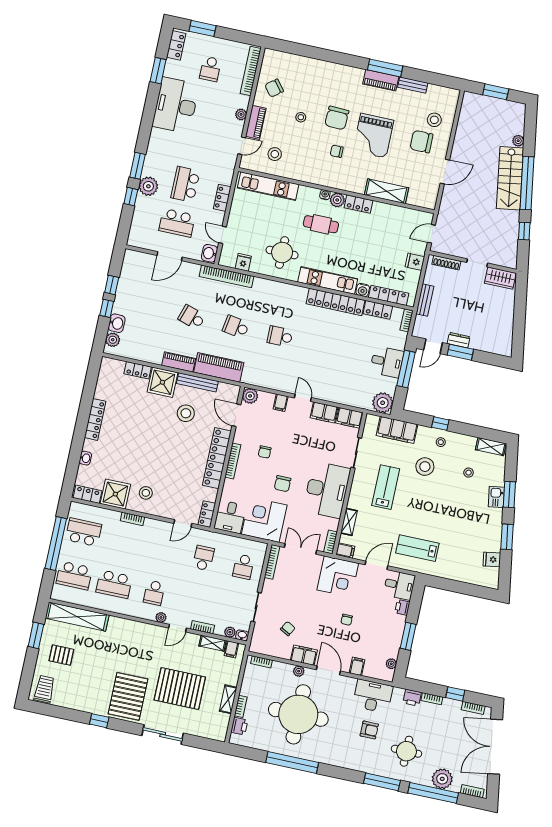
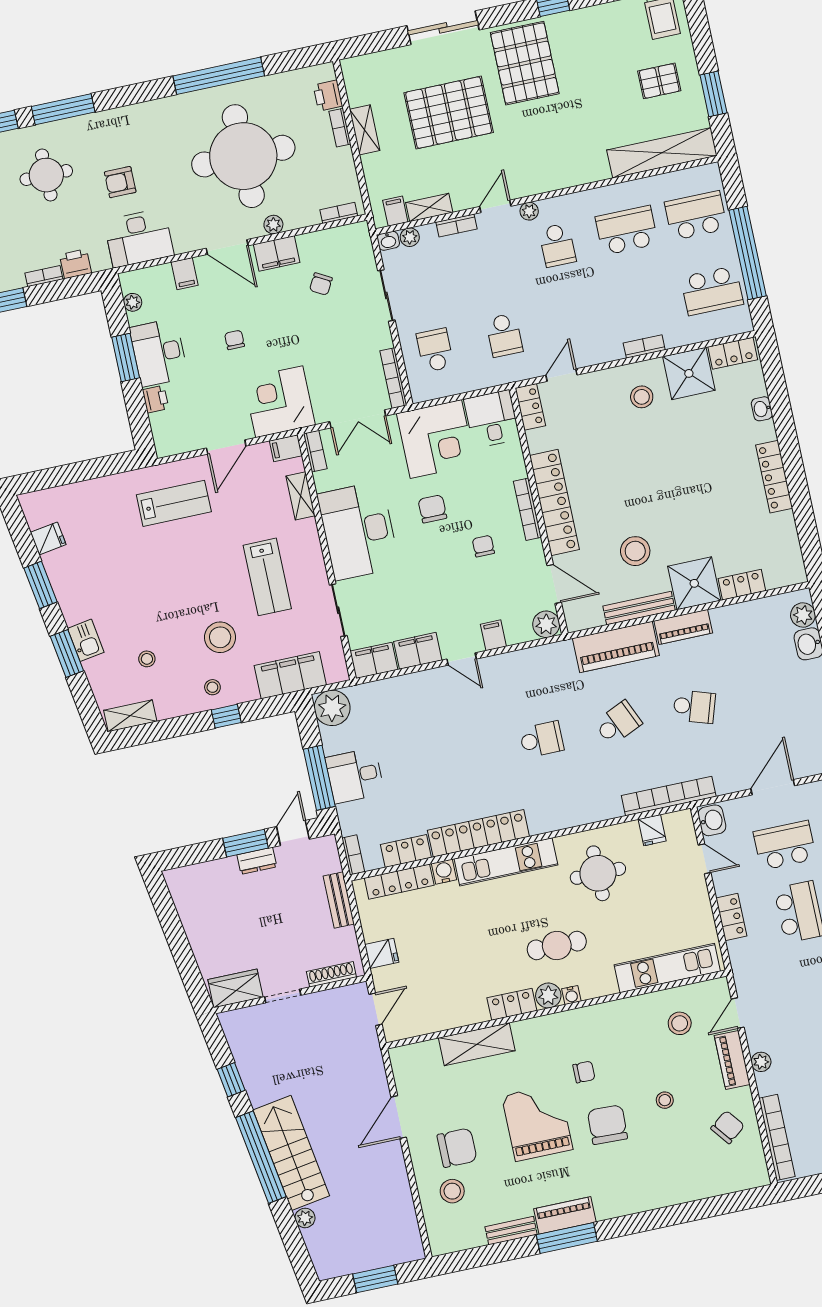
school desk: (236, 327) -> (618, 723), turned -33
desk: (399, 585) -> (159, 353), moved, width x1.37
school desk: (154, 593) -> (557, 245), turned 180

